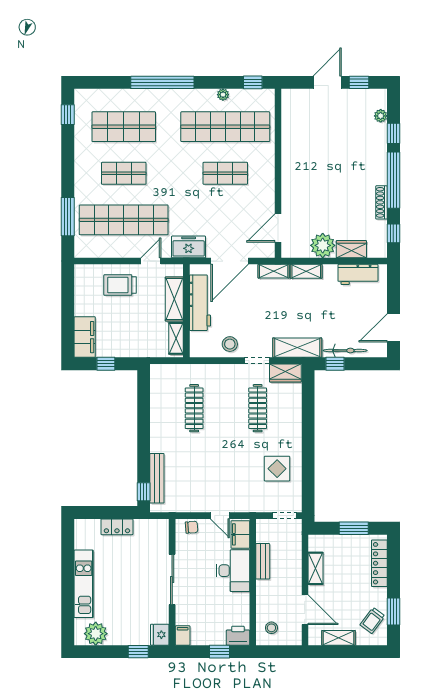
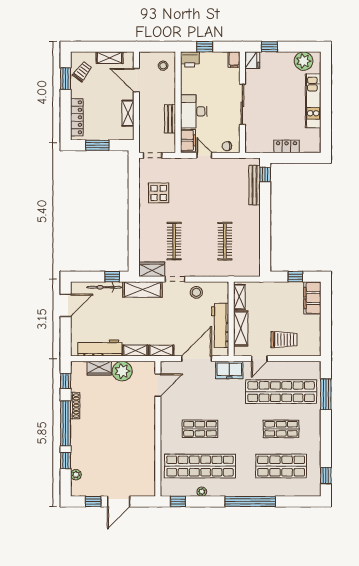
workbench: (358, 274) -> (100, 348), width x1.38

